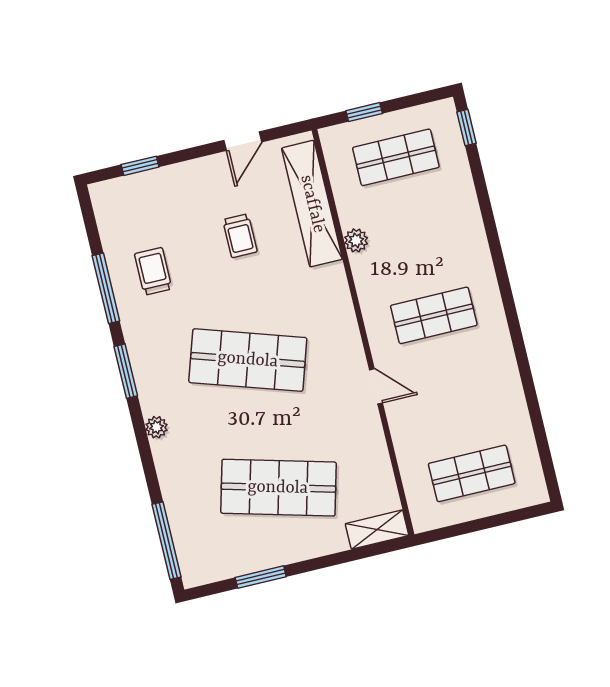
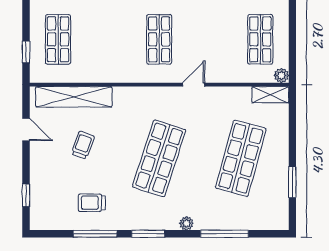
trolley: (240, 236) -> (83, 145), turned -70
plant: (356, 240) -> (281, 75), moved
shelving: (377, 530) -> (270, 95), moved, turned 90
window: (166, 541) -> (224, 234), moved

